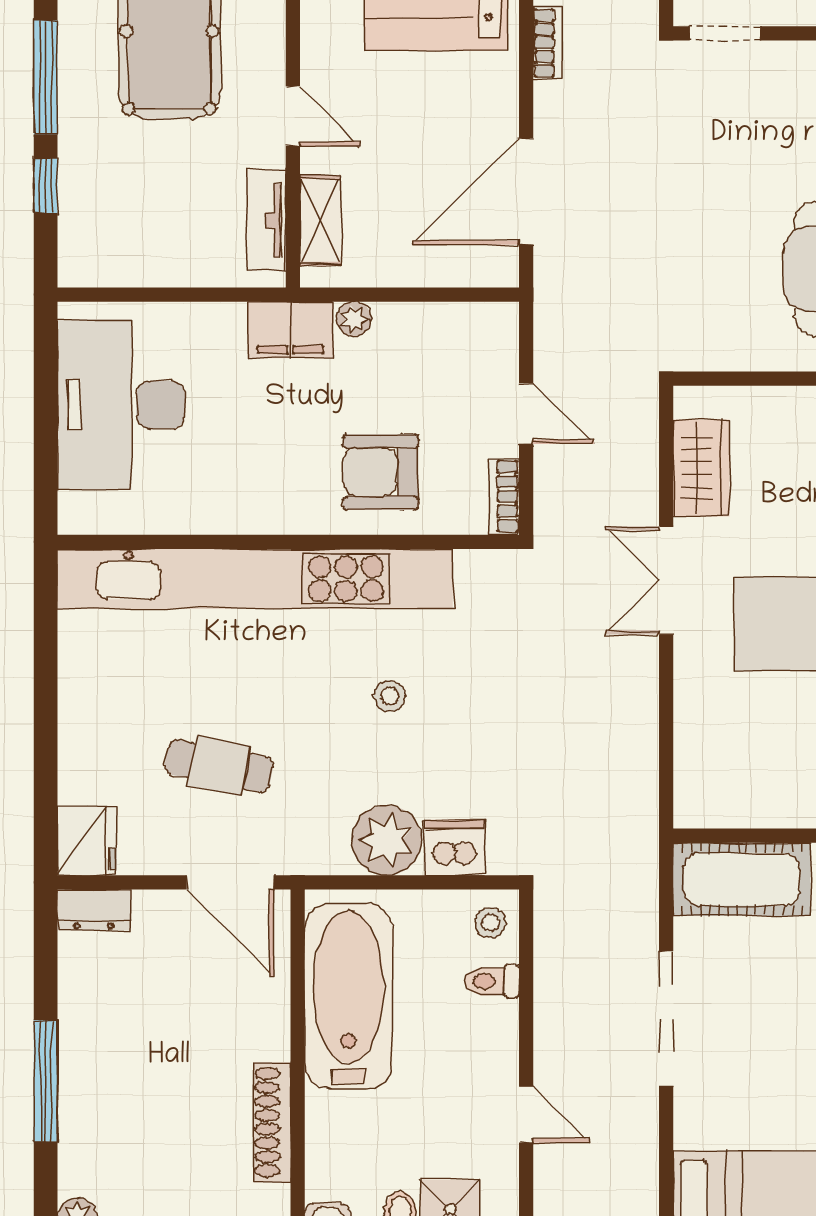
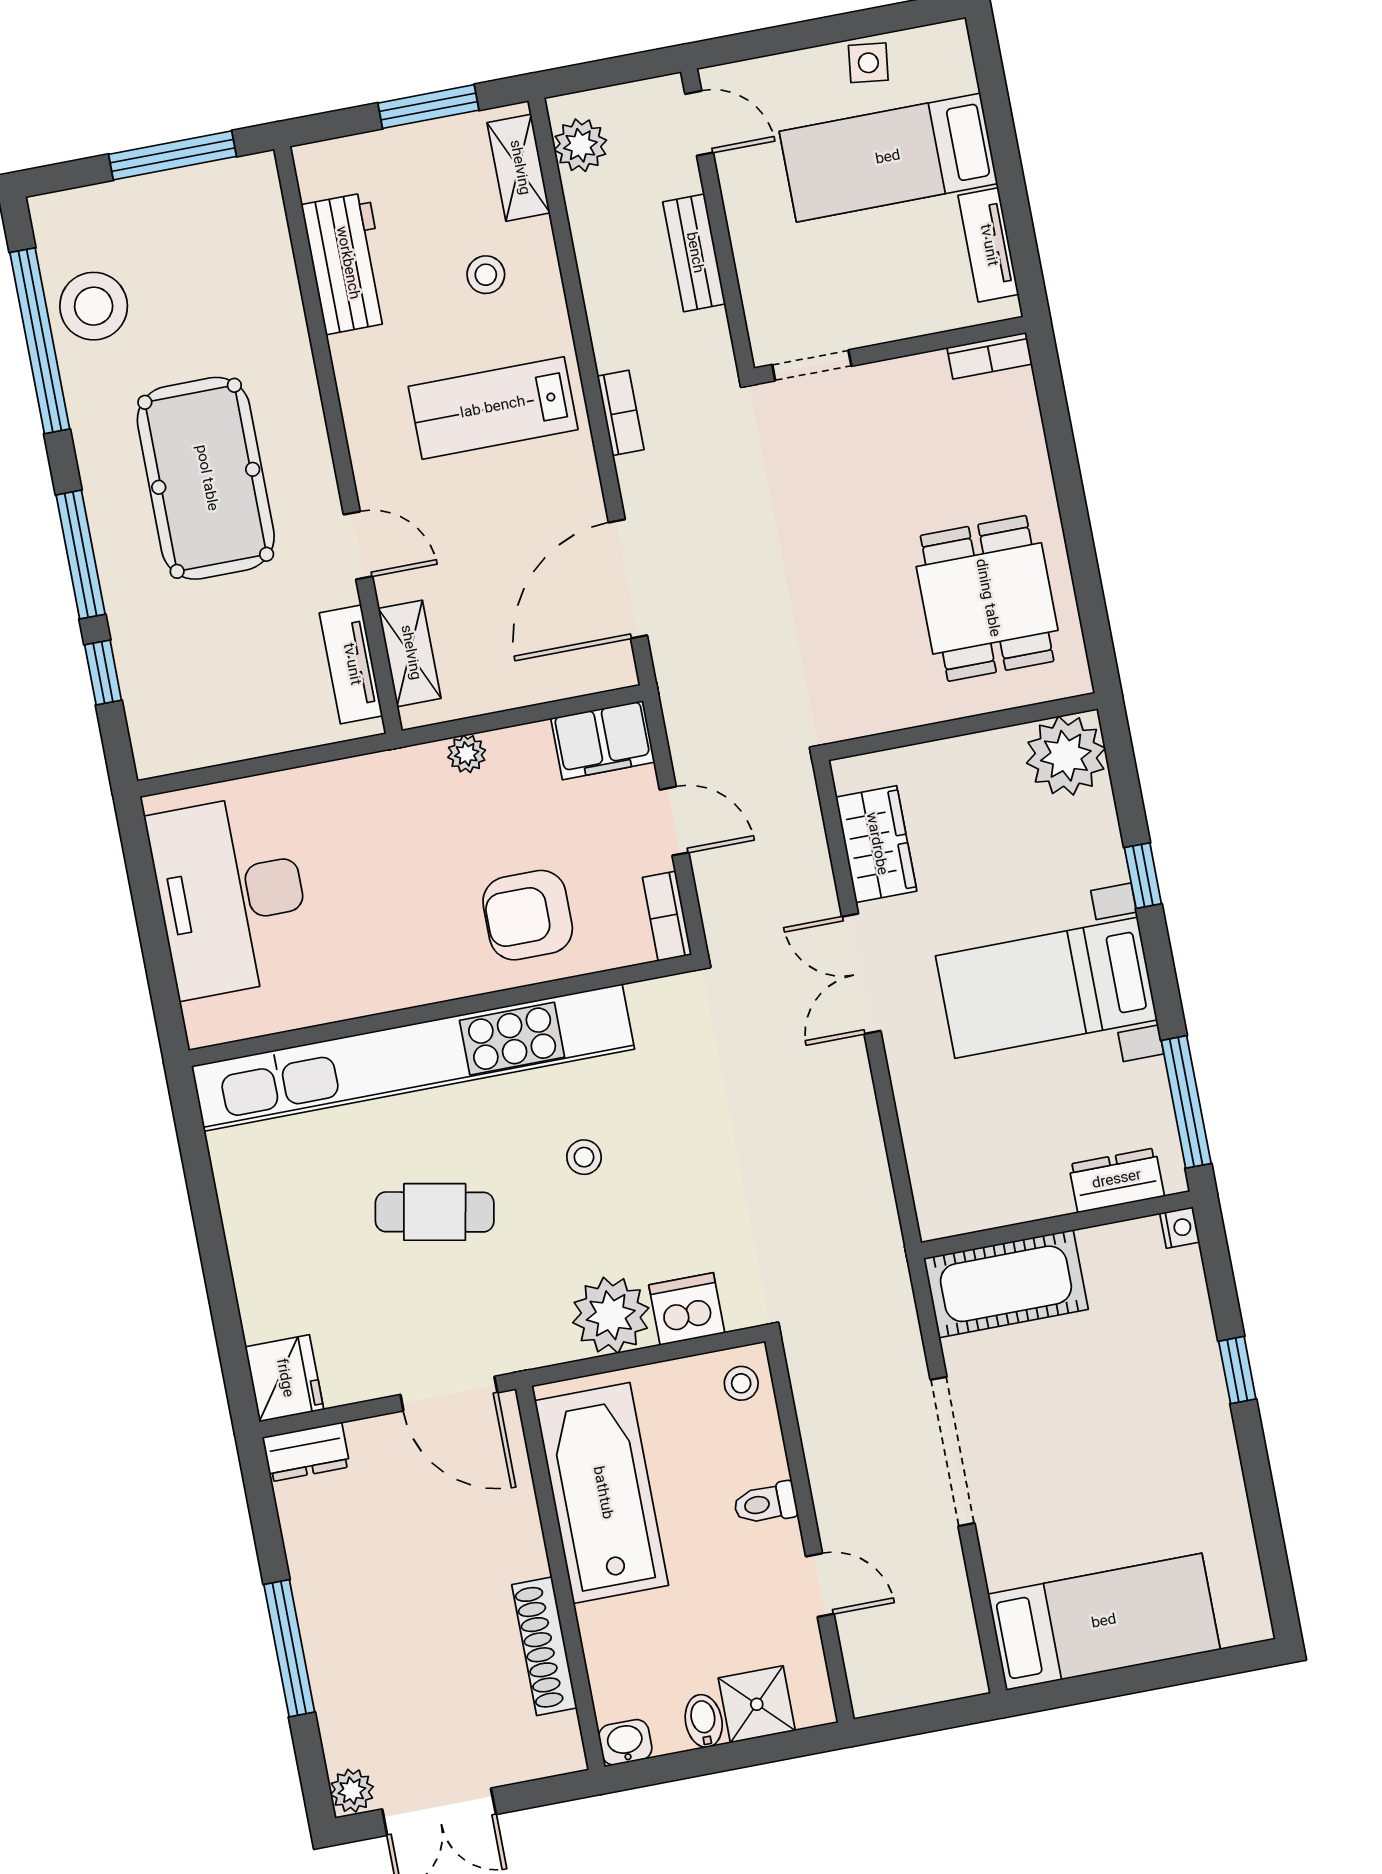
filing cabinet: (290, 330) -> (603, 740), moved
cafe table: (219, 766) -> (435, 1212), moved
toilet: (492, 981) -> (765, 1503), moved

